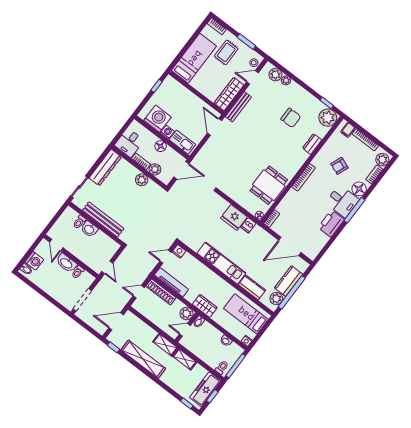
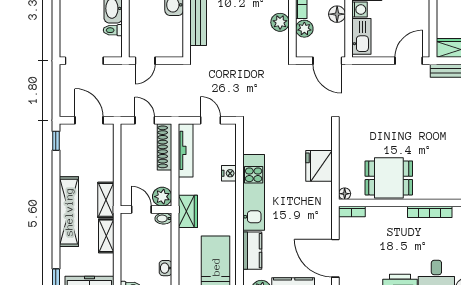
dishwasher: (248, 225) -> (323, 190), removed
nightstand: (179, 251) -> (229, 173), moved
shelving: (143, 359) -> (69, 212), moved

